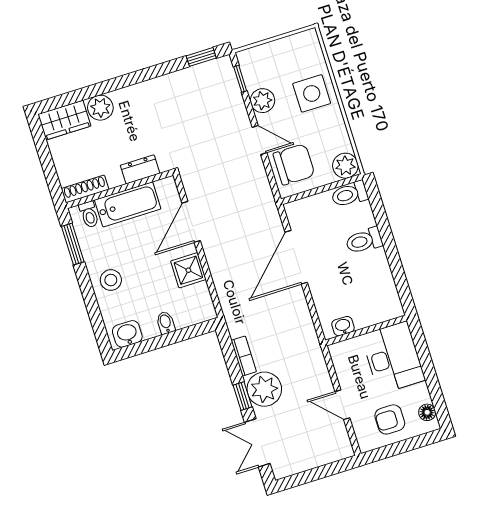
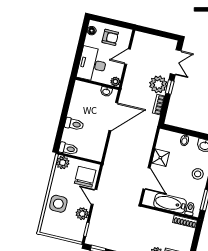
chair: (294, 164) -> (85, 177), turned 90
dresser: (140, 169) -> (155, 216), removed
door: (191, 222) -> (146, 179), hinge flipped
door: (296, 257) -> (113, 117), moved
plant: (338, 352) -> (115, 82), added
door: (342, 405) -> (127, 57), swing flipped

